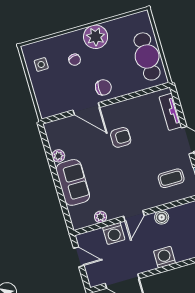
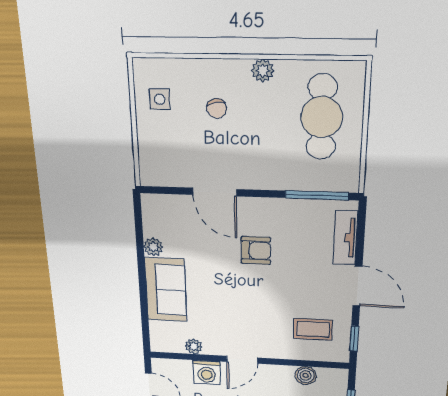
plant: (96, 37) -> (263, 71), width x0.53, depth x0.53
cafe table: (147, 56) -> (322, 117), moved
chair: (103, 87) -> (251, 168), removed
window: (146, 92) -> (317, 195), added
boiler: (162, 217) -> (306, 375), moved

